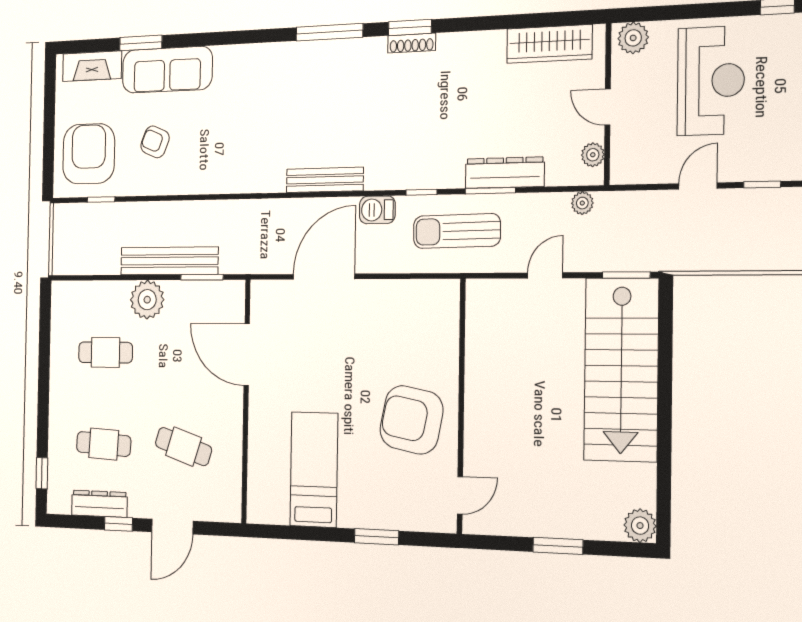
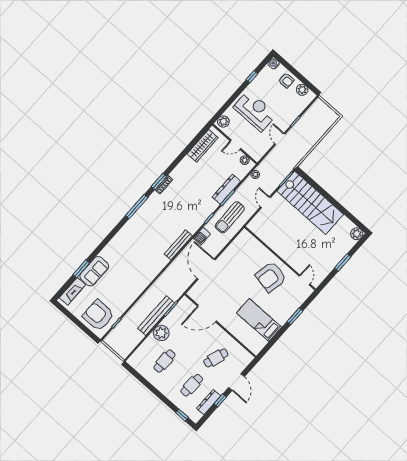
sofa: (167, 70) -> (94, 271), width x0.73
armchair: (155, 142) -> (116, 290), removed

